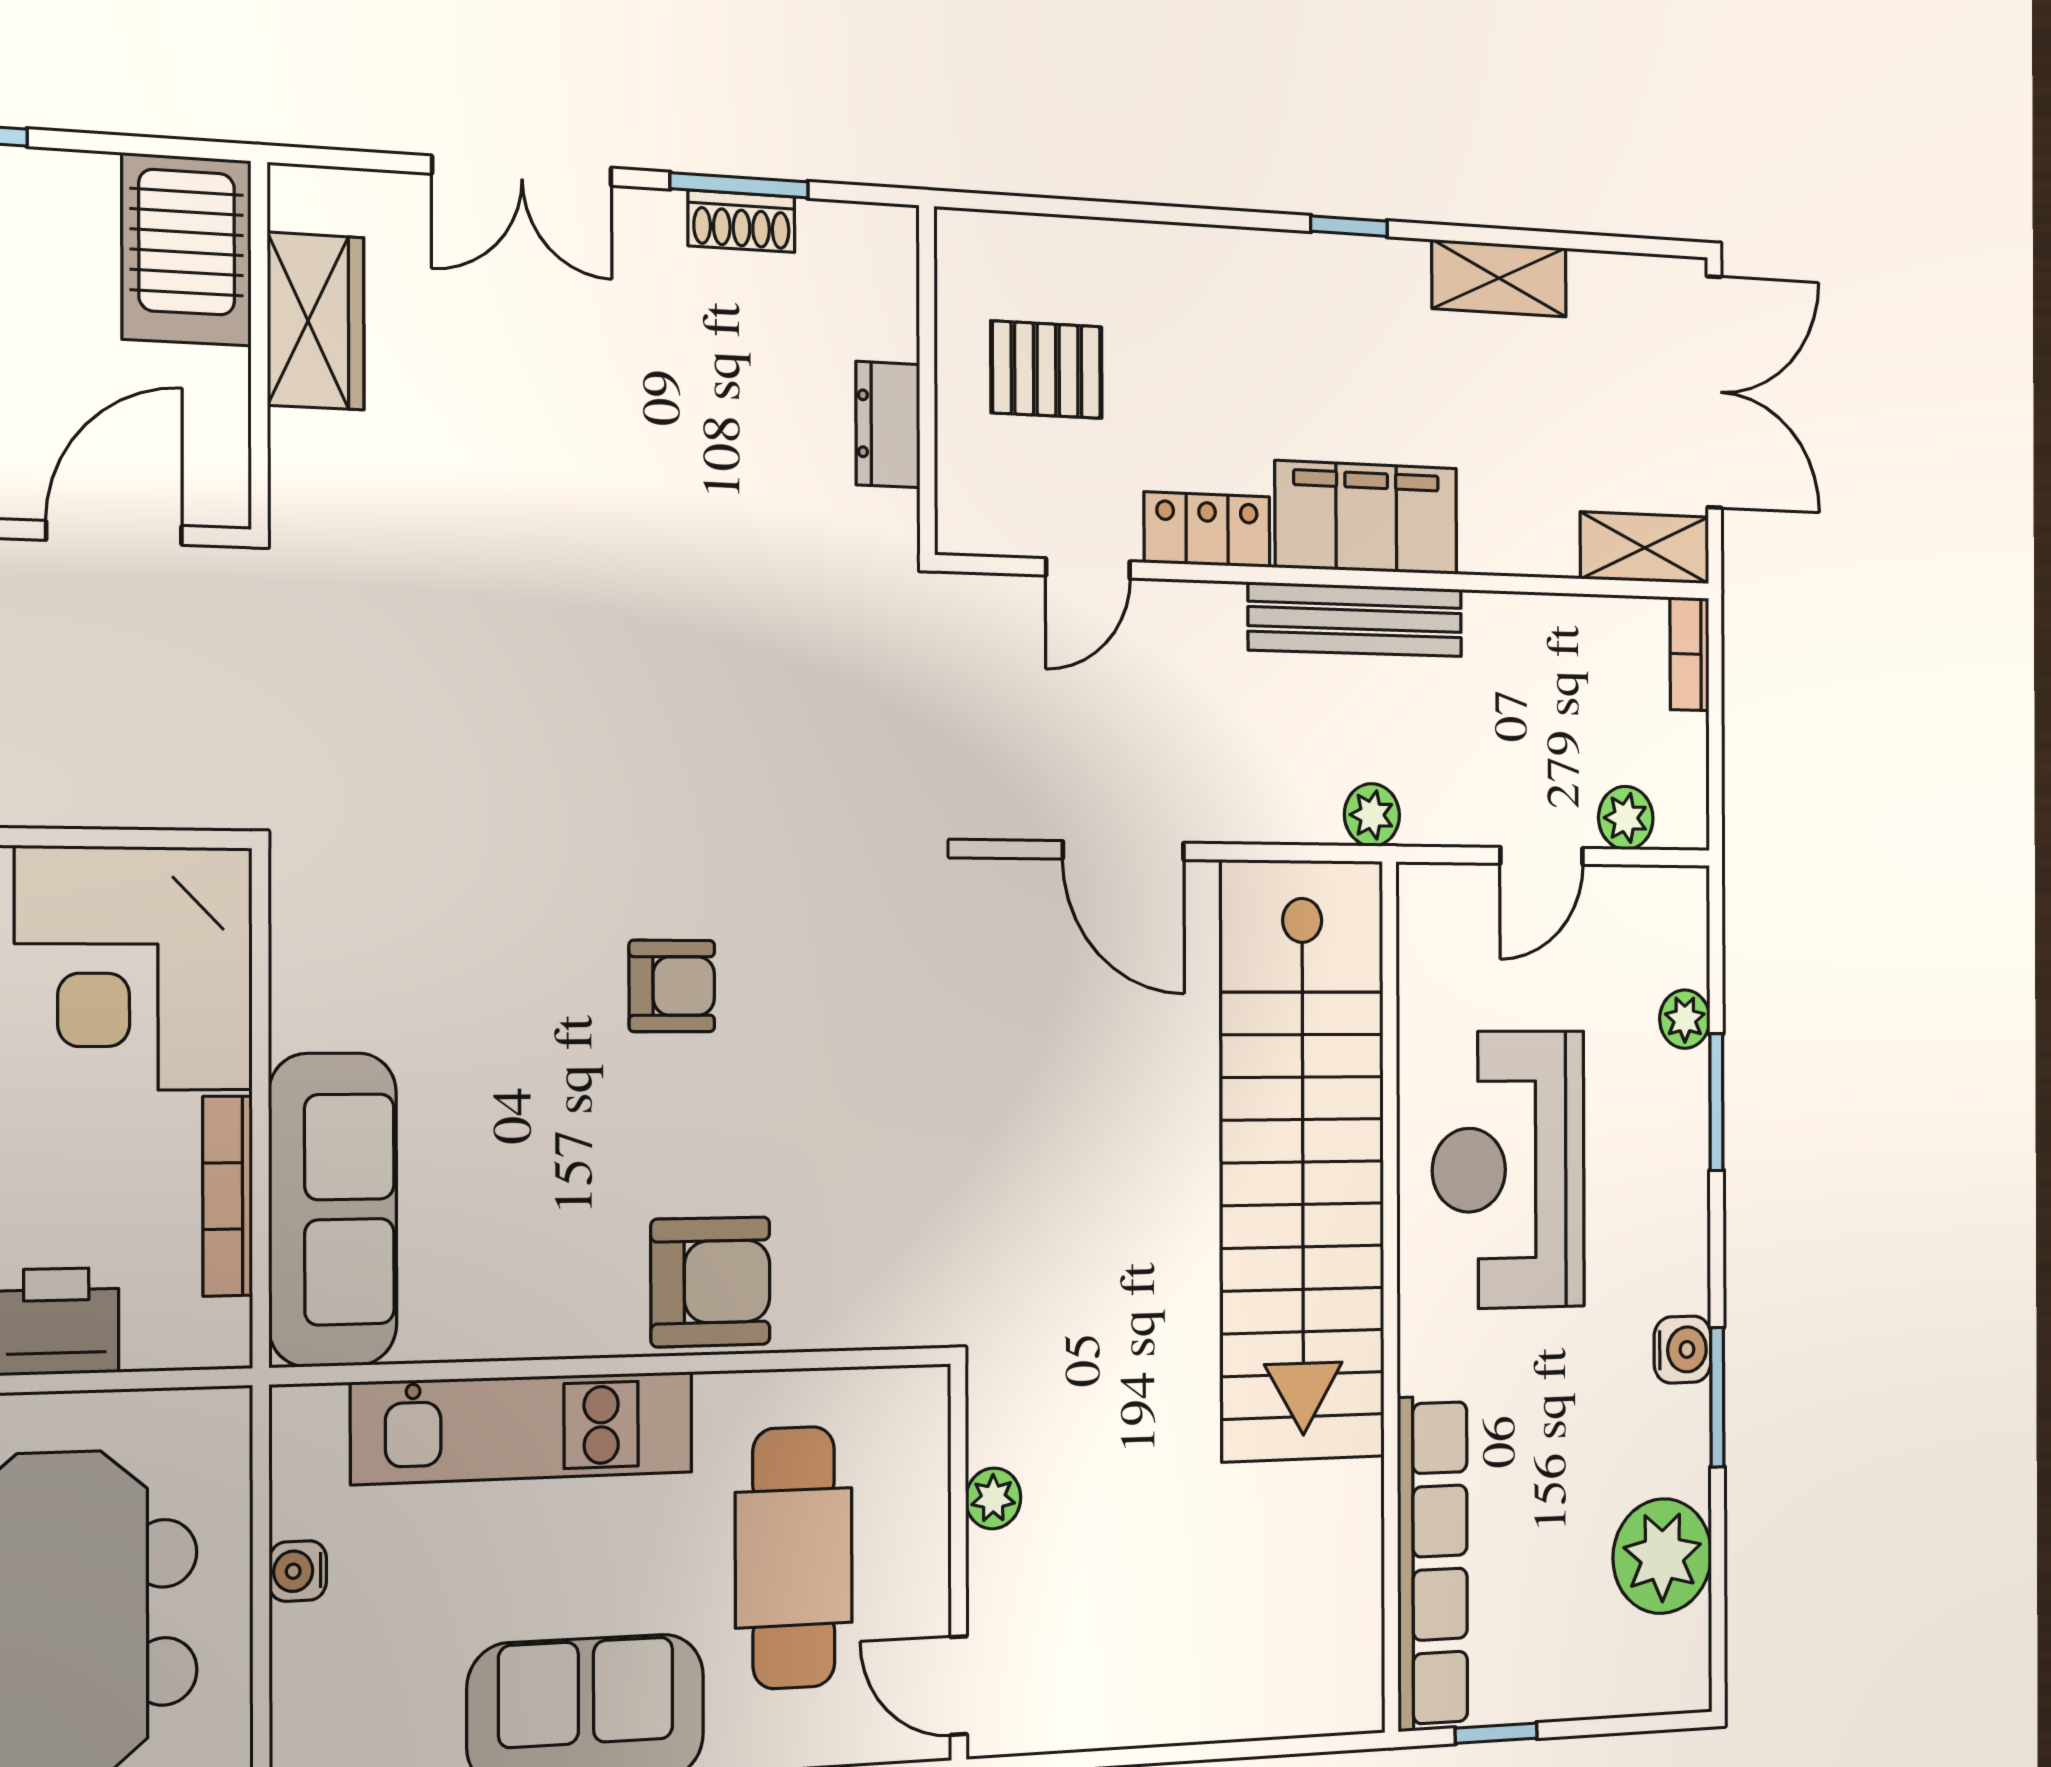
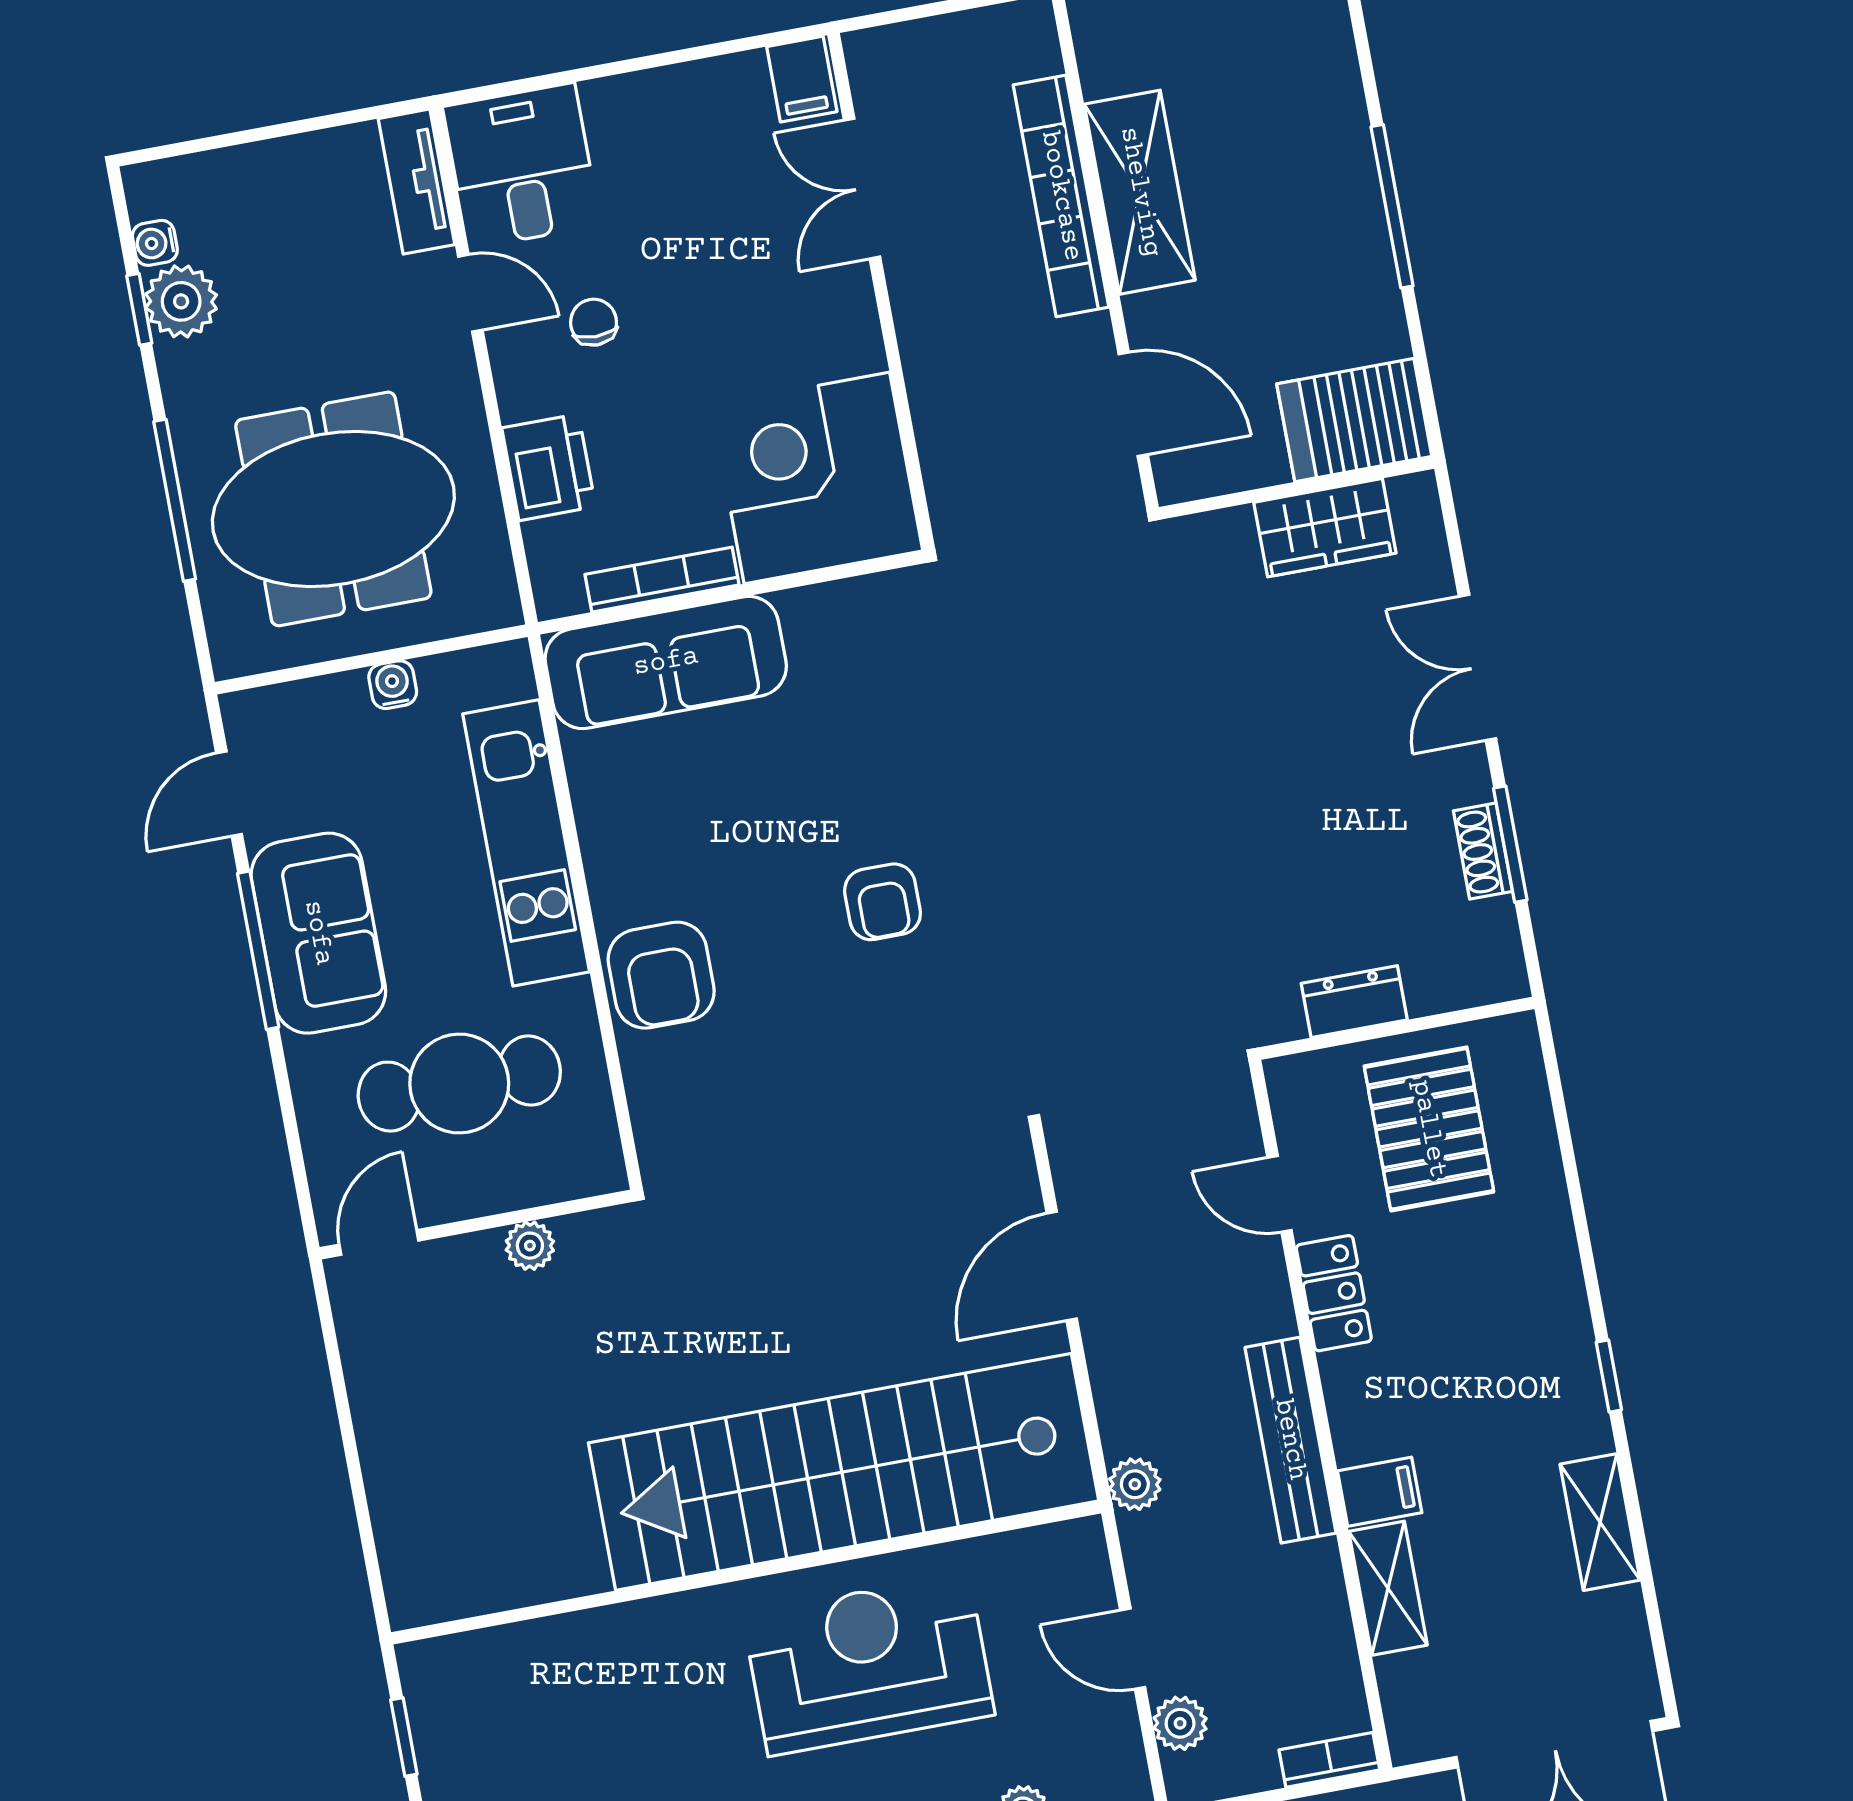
pallet: (1046, 370) -> (1429, 1129), width x1.50, depth x1.42
filing cabinet: (1366, 518) -> (1380, 1492), width x0.33, depth x0.86
shelving: (1645, 548) -> (1388, 1588), moved
row of seats: (1433, 1563) -> (535, 1652), removed

